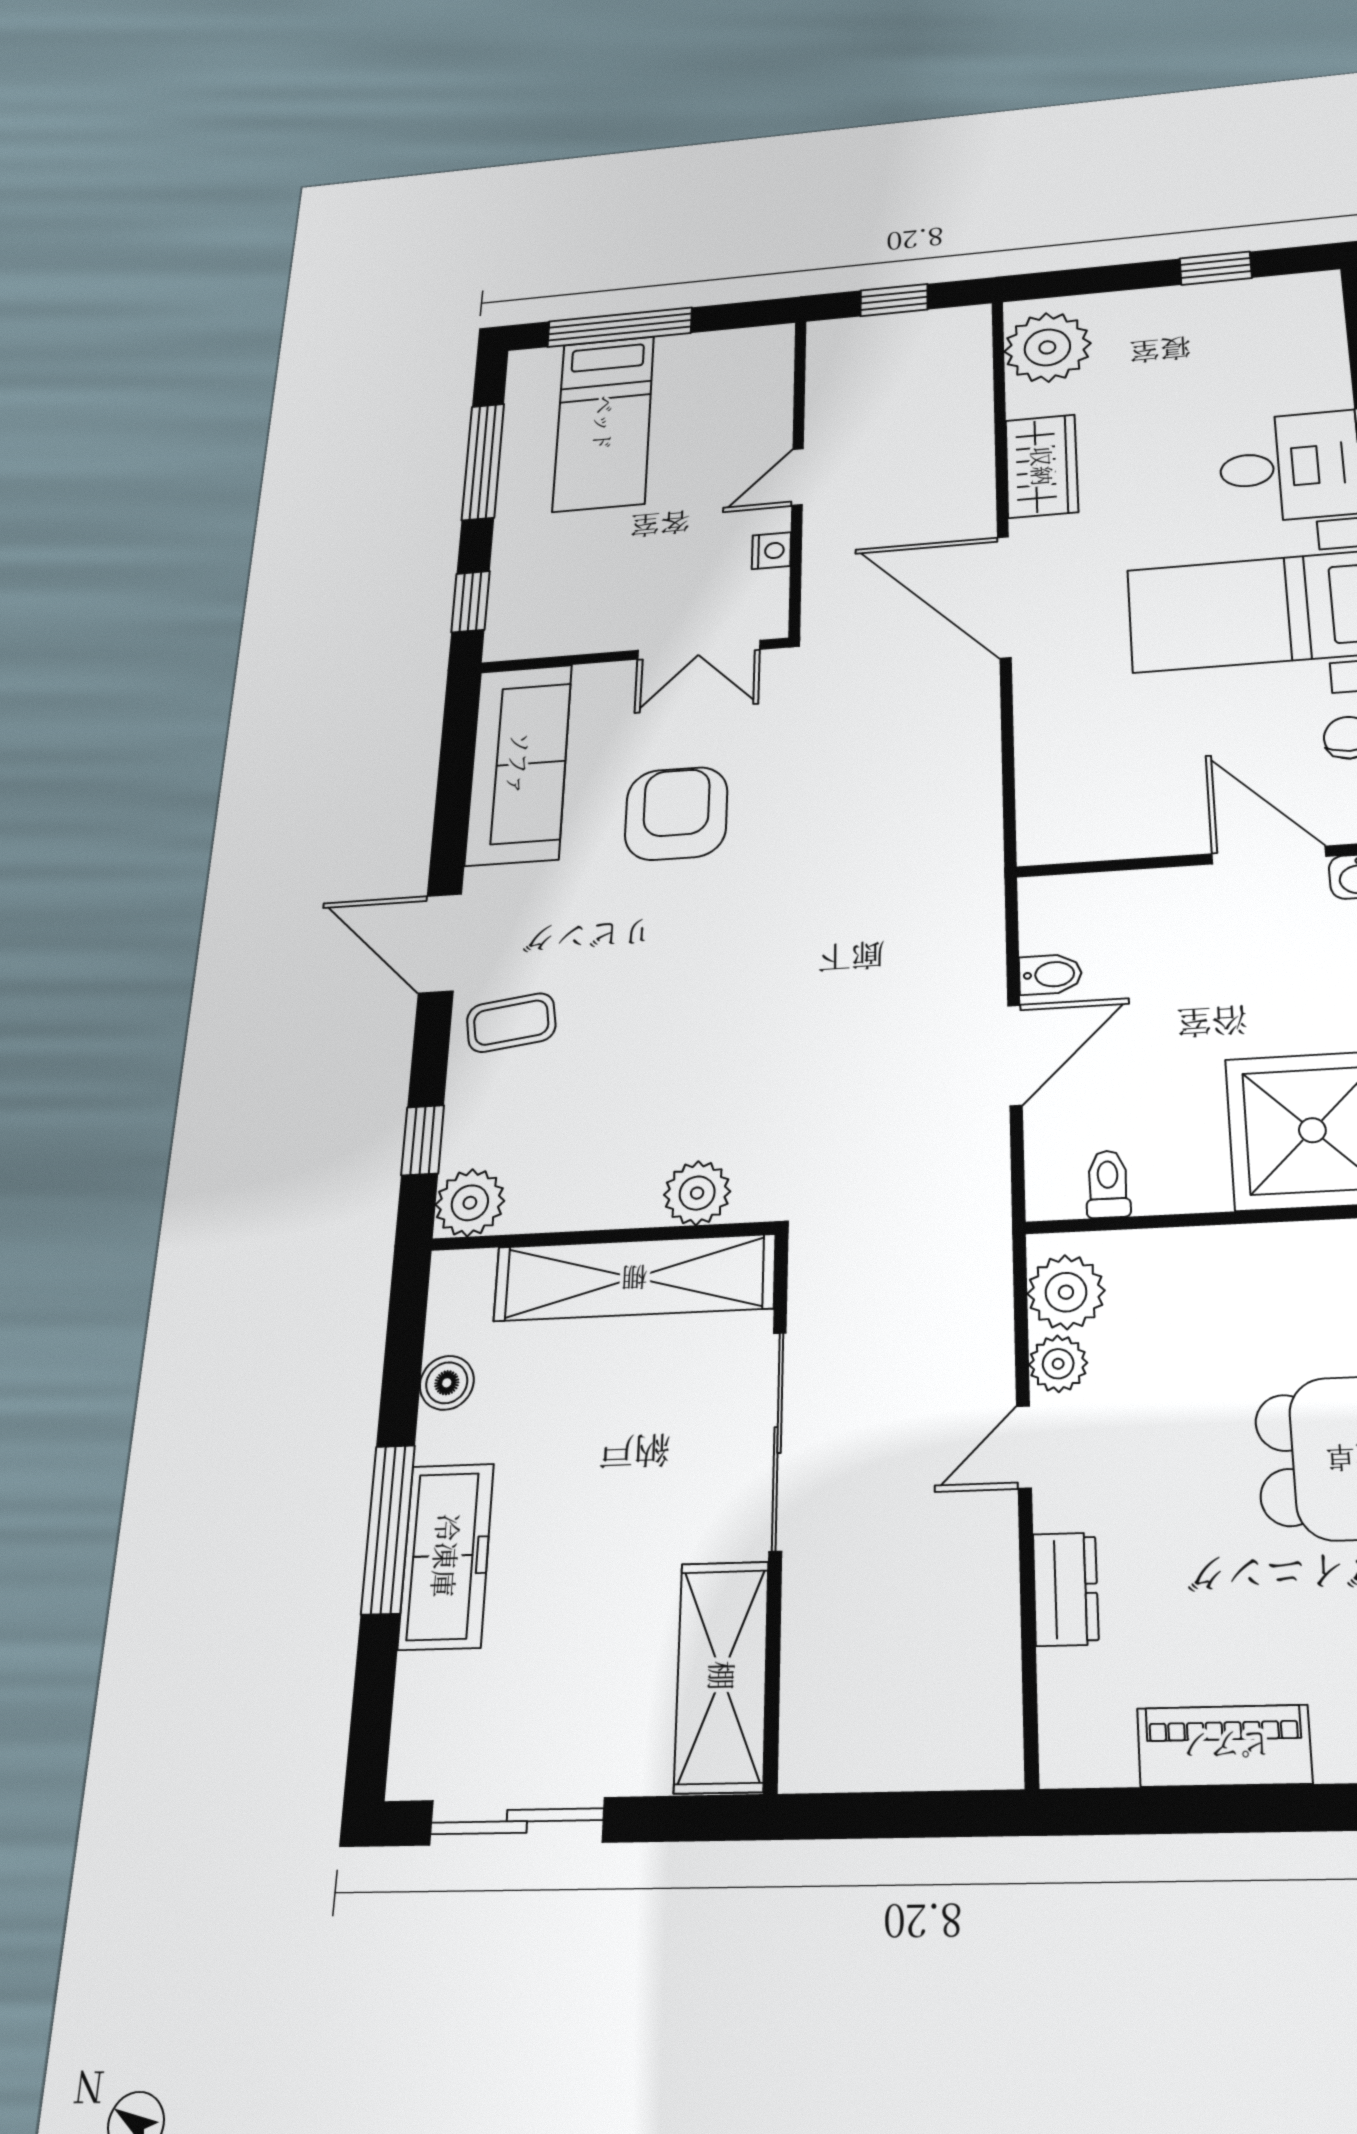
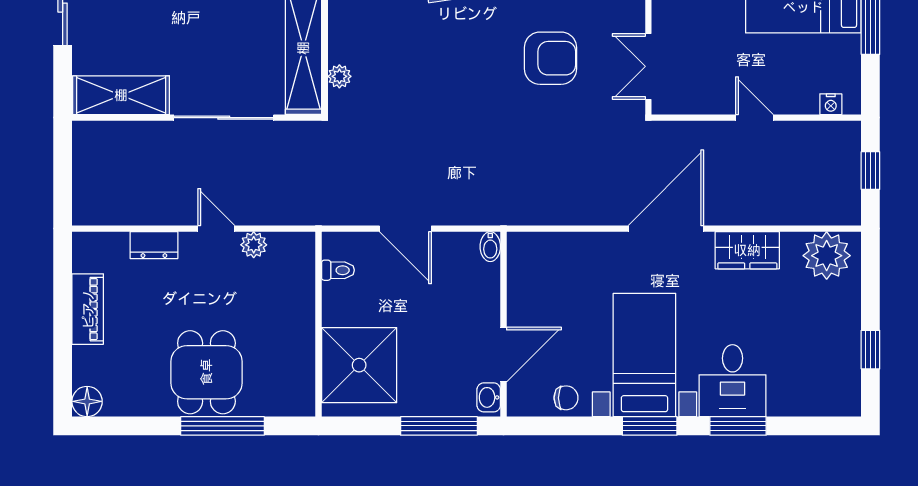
nightstand: (771, 551) -> (831, 104), moved
bidet: (1050, 974) -> (490, 247), moved
plant: (697, 1193) -> (339, 76), width x0.73, depth x0.73
plant: (1066, 1292) -> (287, 249), removed

